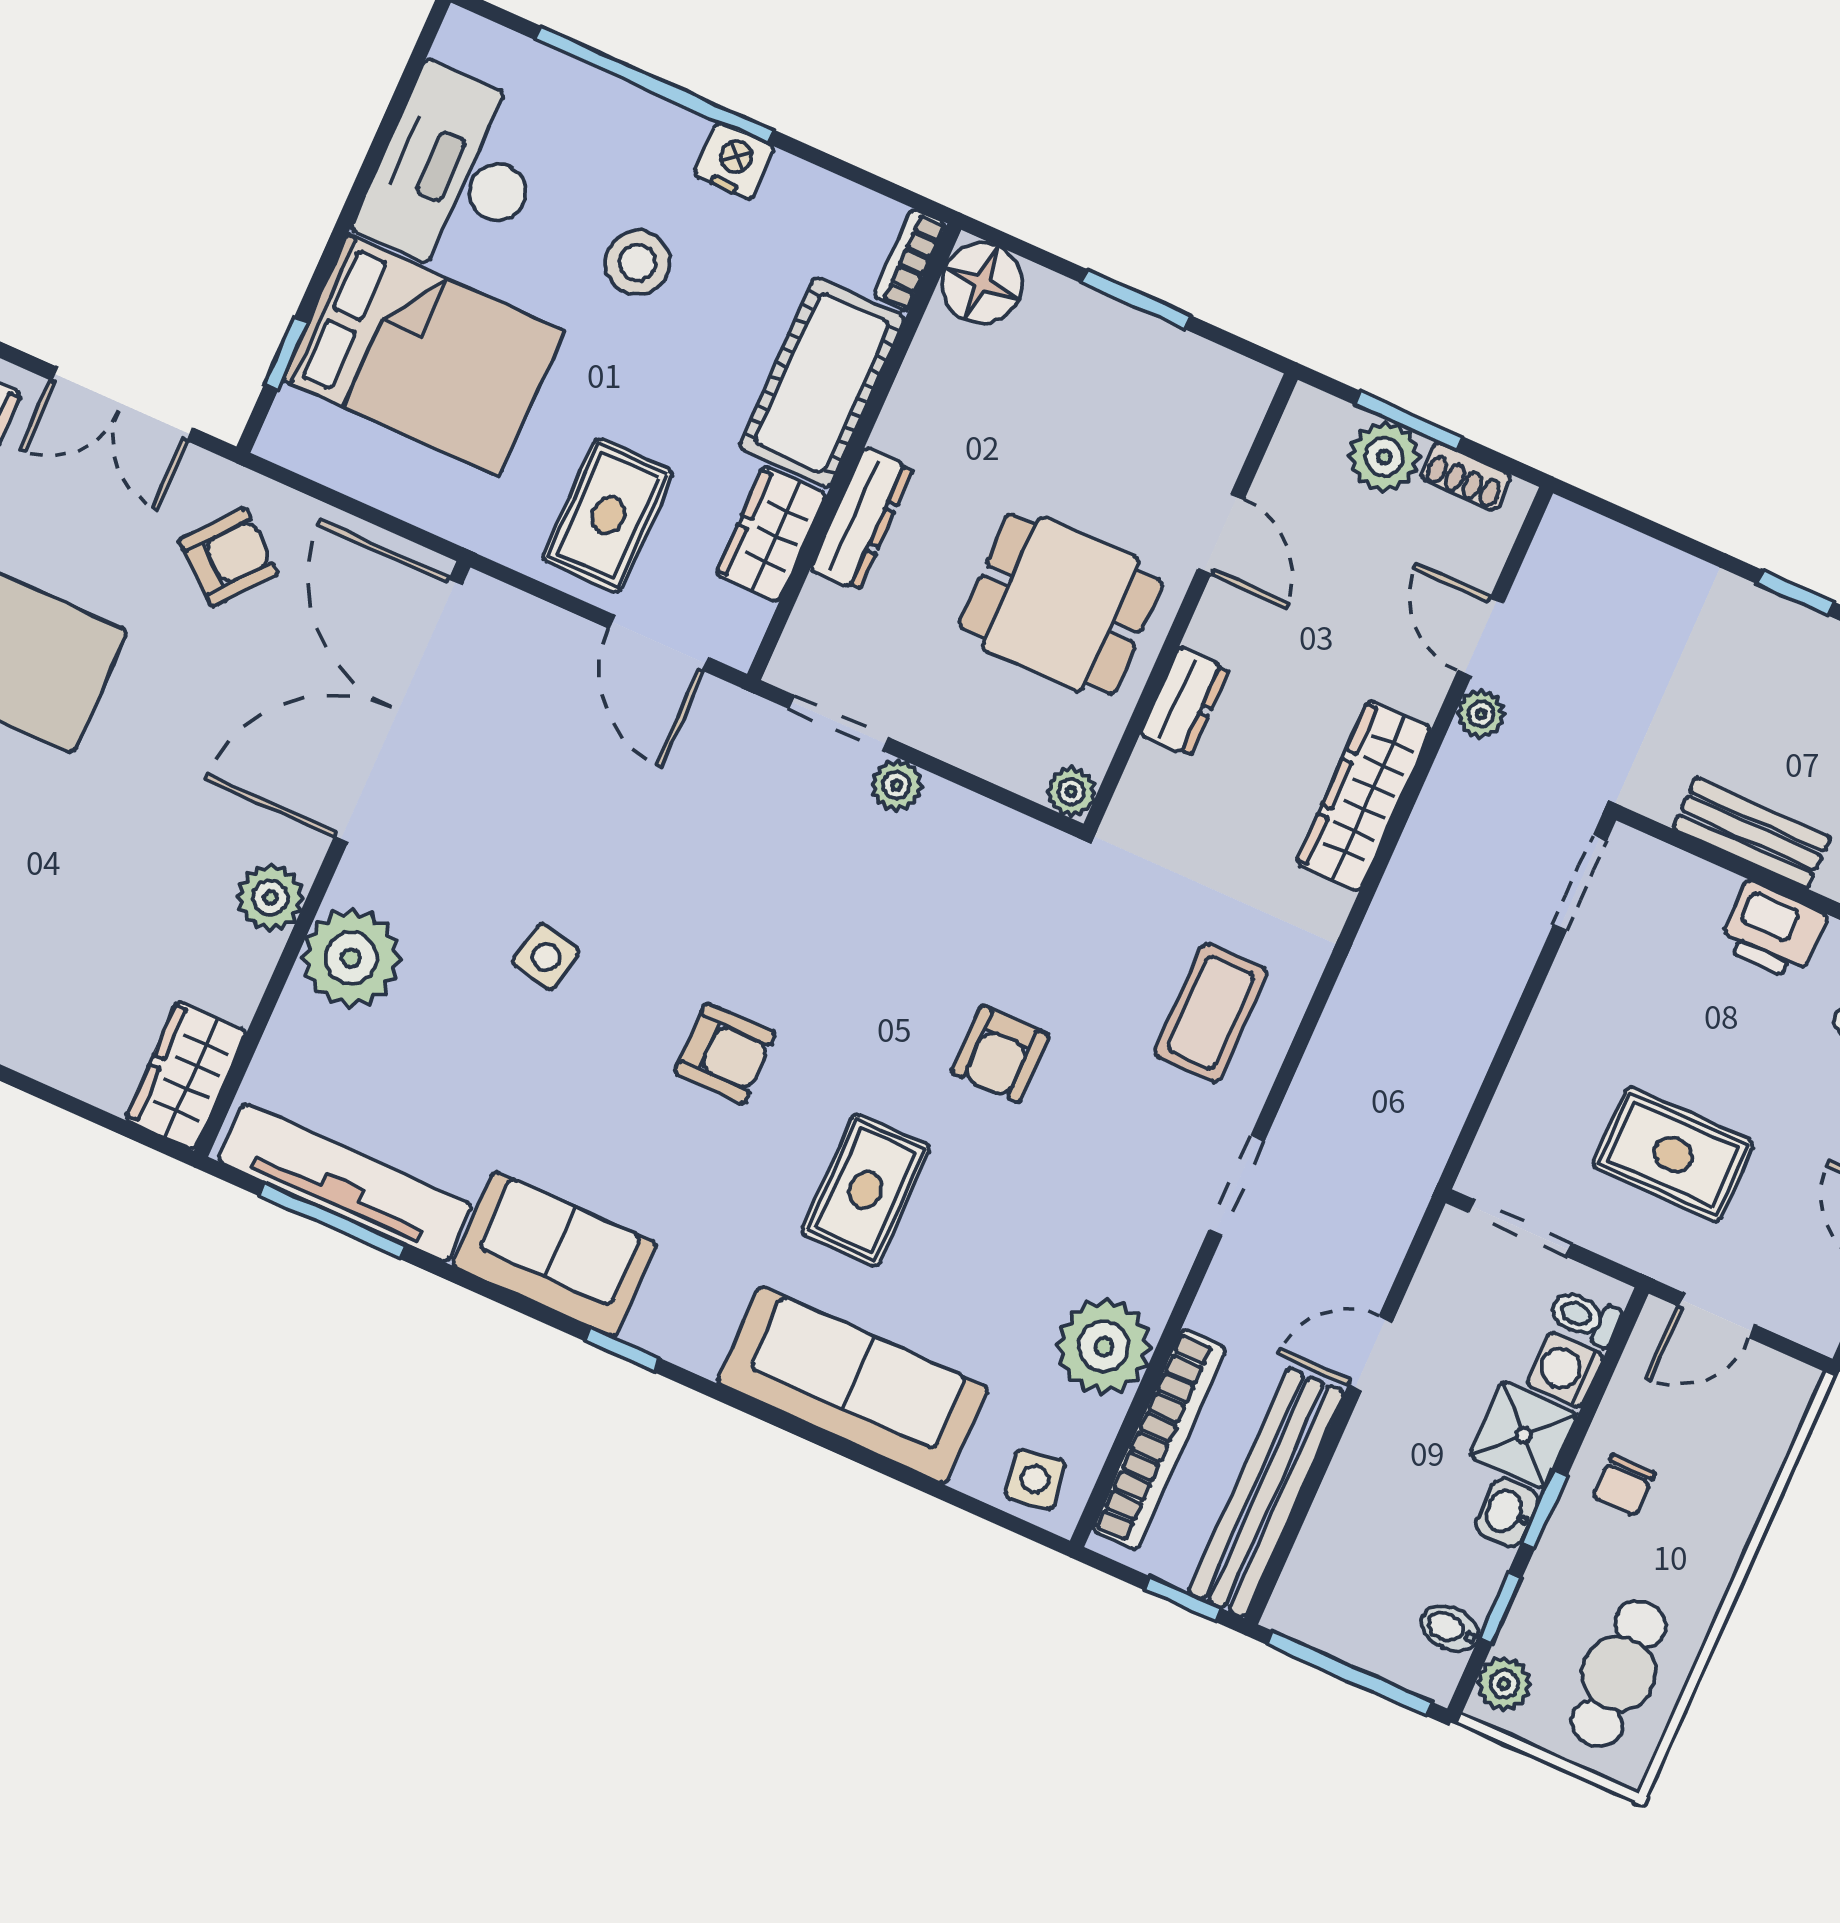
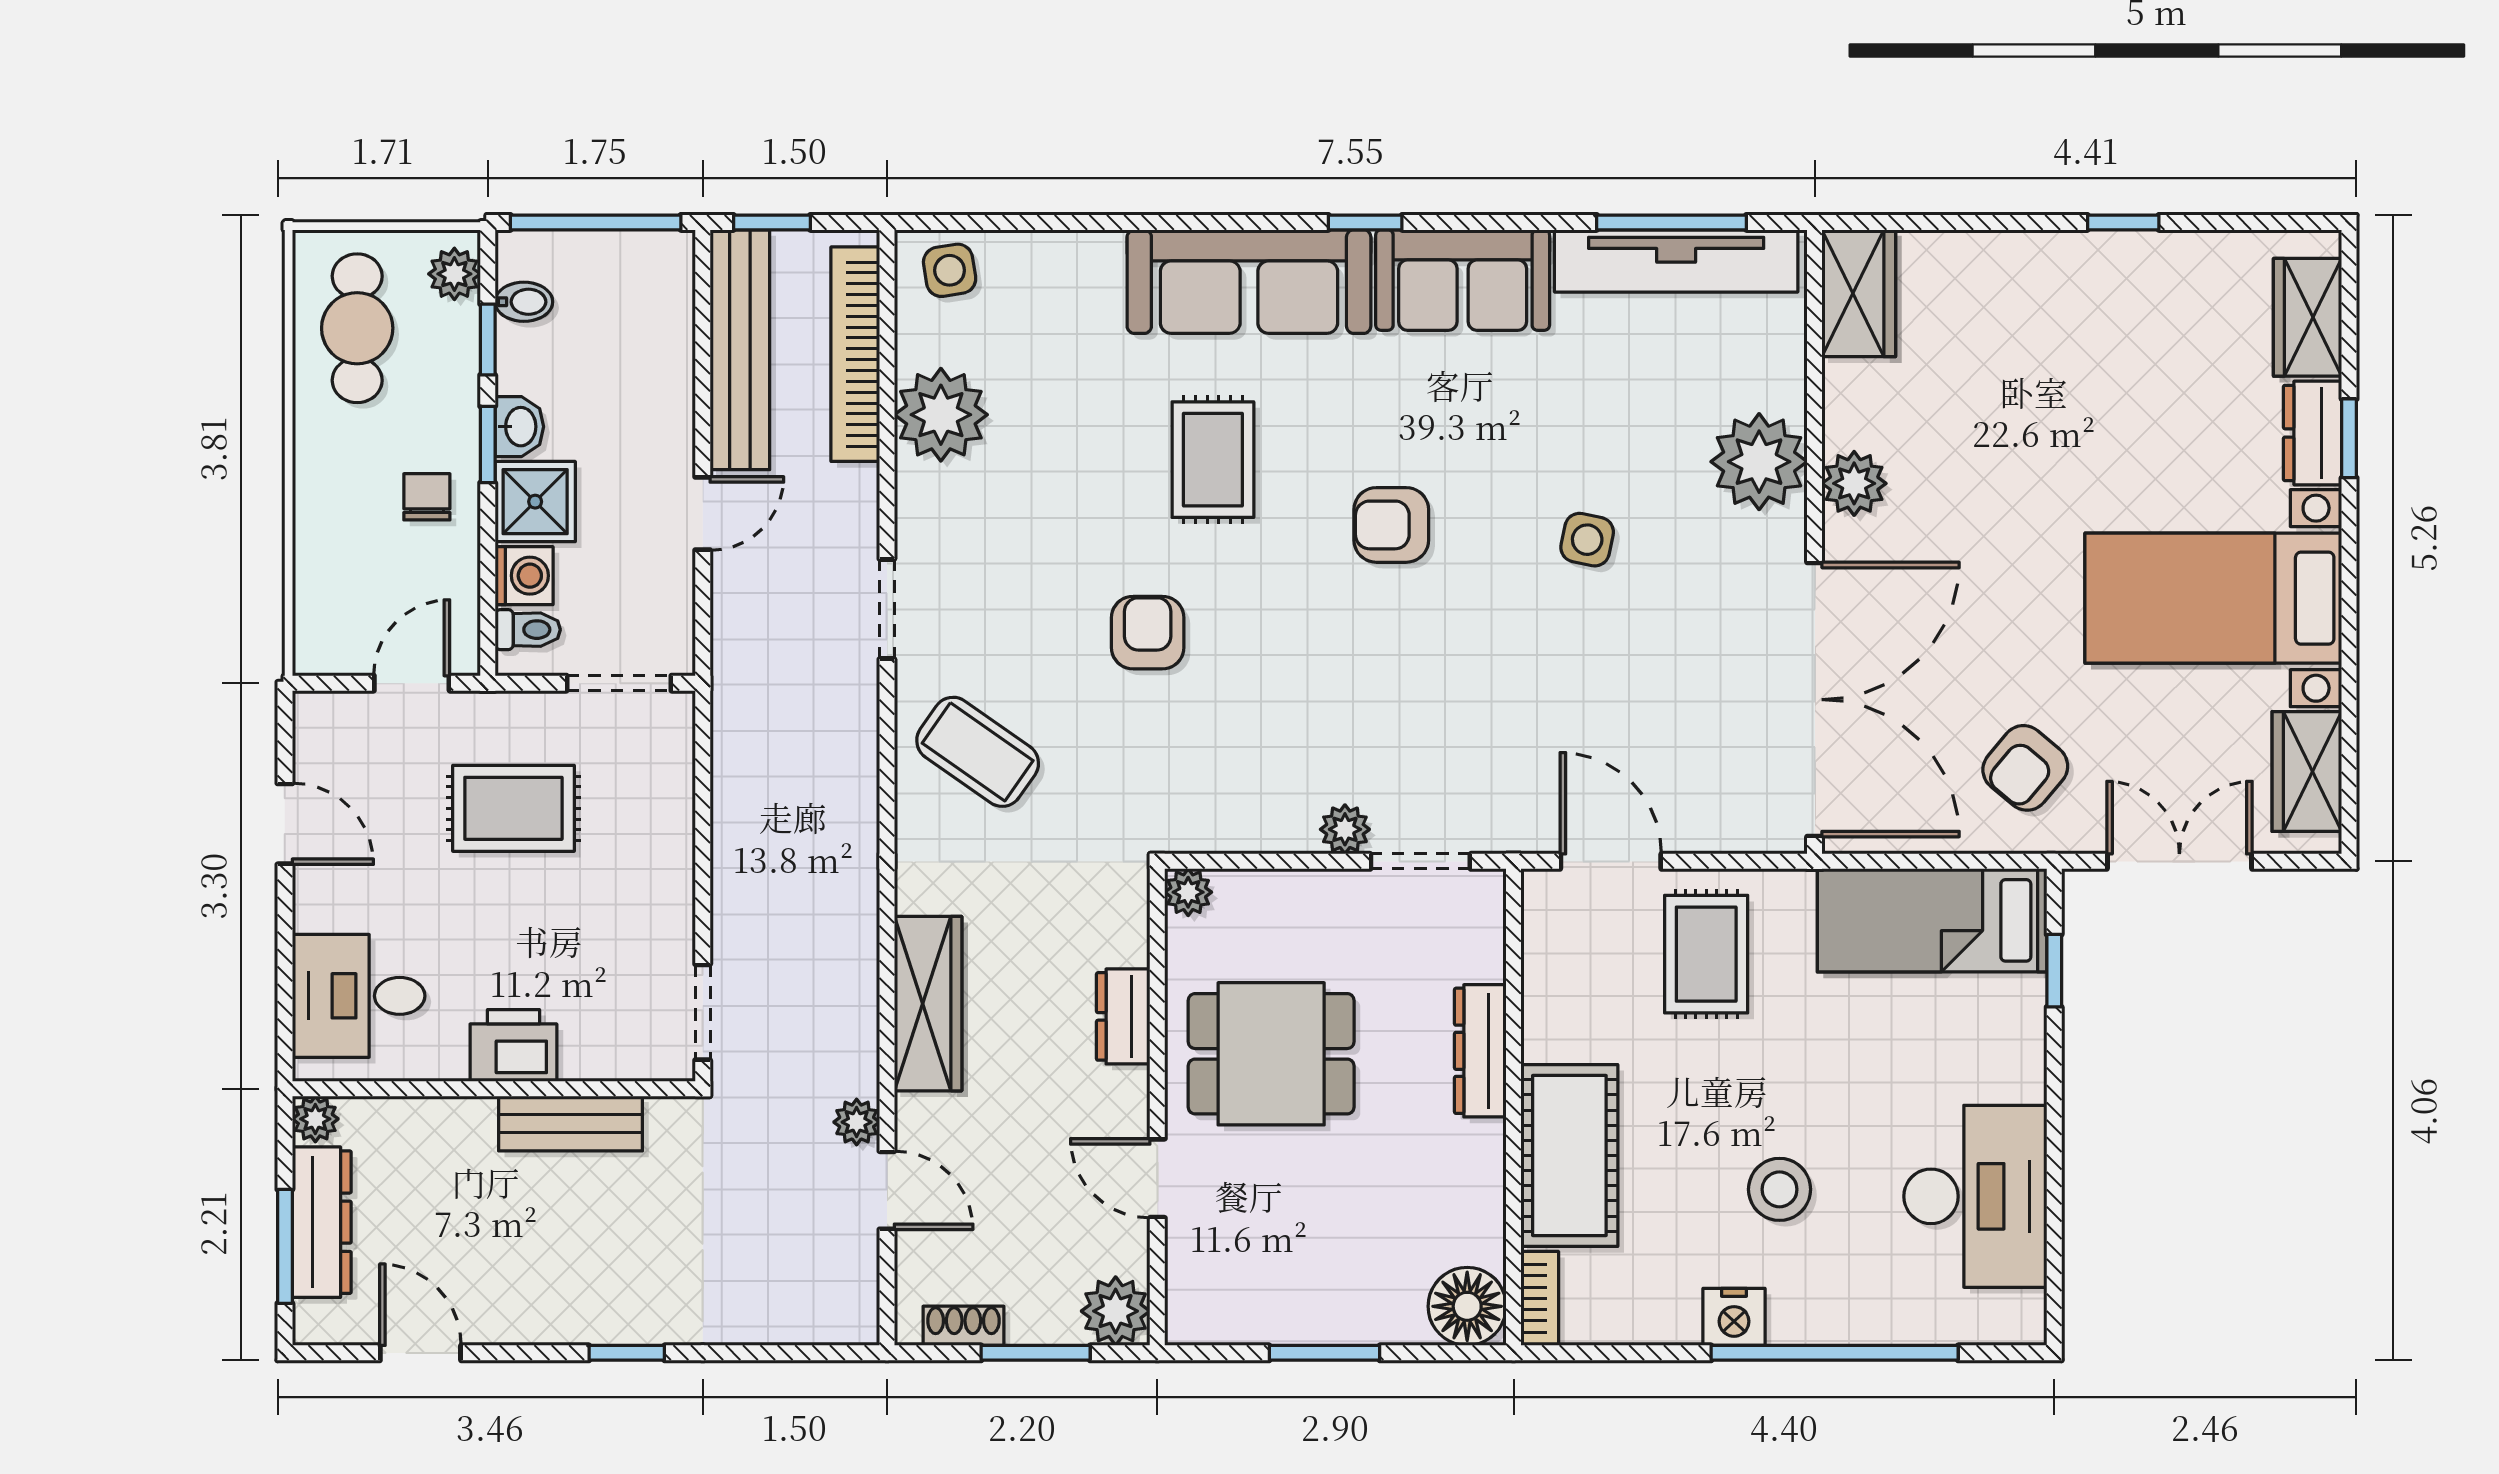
bed: (424, 355) -> (1932, 920), moved, width x0.67
plant: (1384, 457) -> (1116, 1311), moved
wardrobe: (771, 534) -> (1555, 1002), removed
coffee table: (1211, 1013) -> (978, 752), turned -55
sofa: (853, 1385) -> (1249, 282), moved

